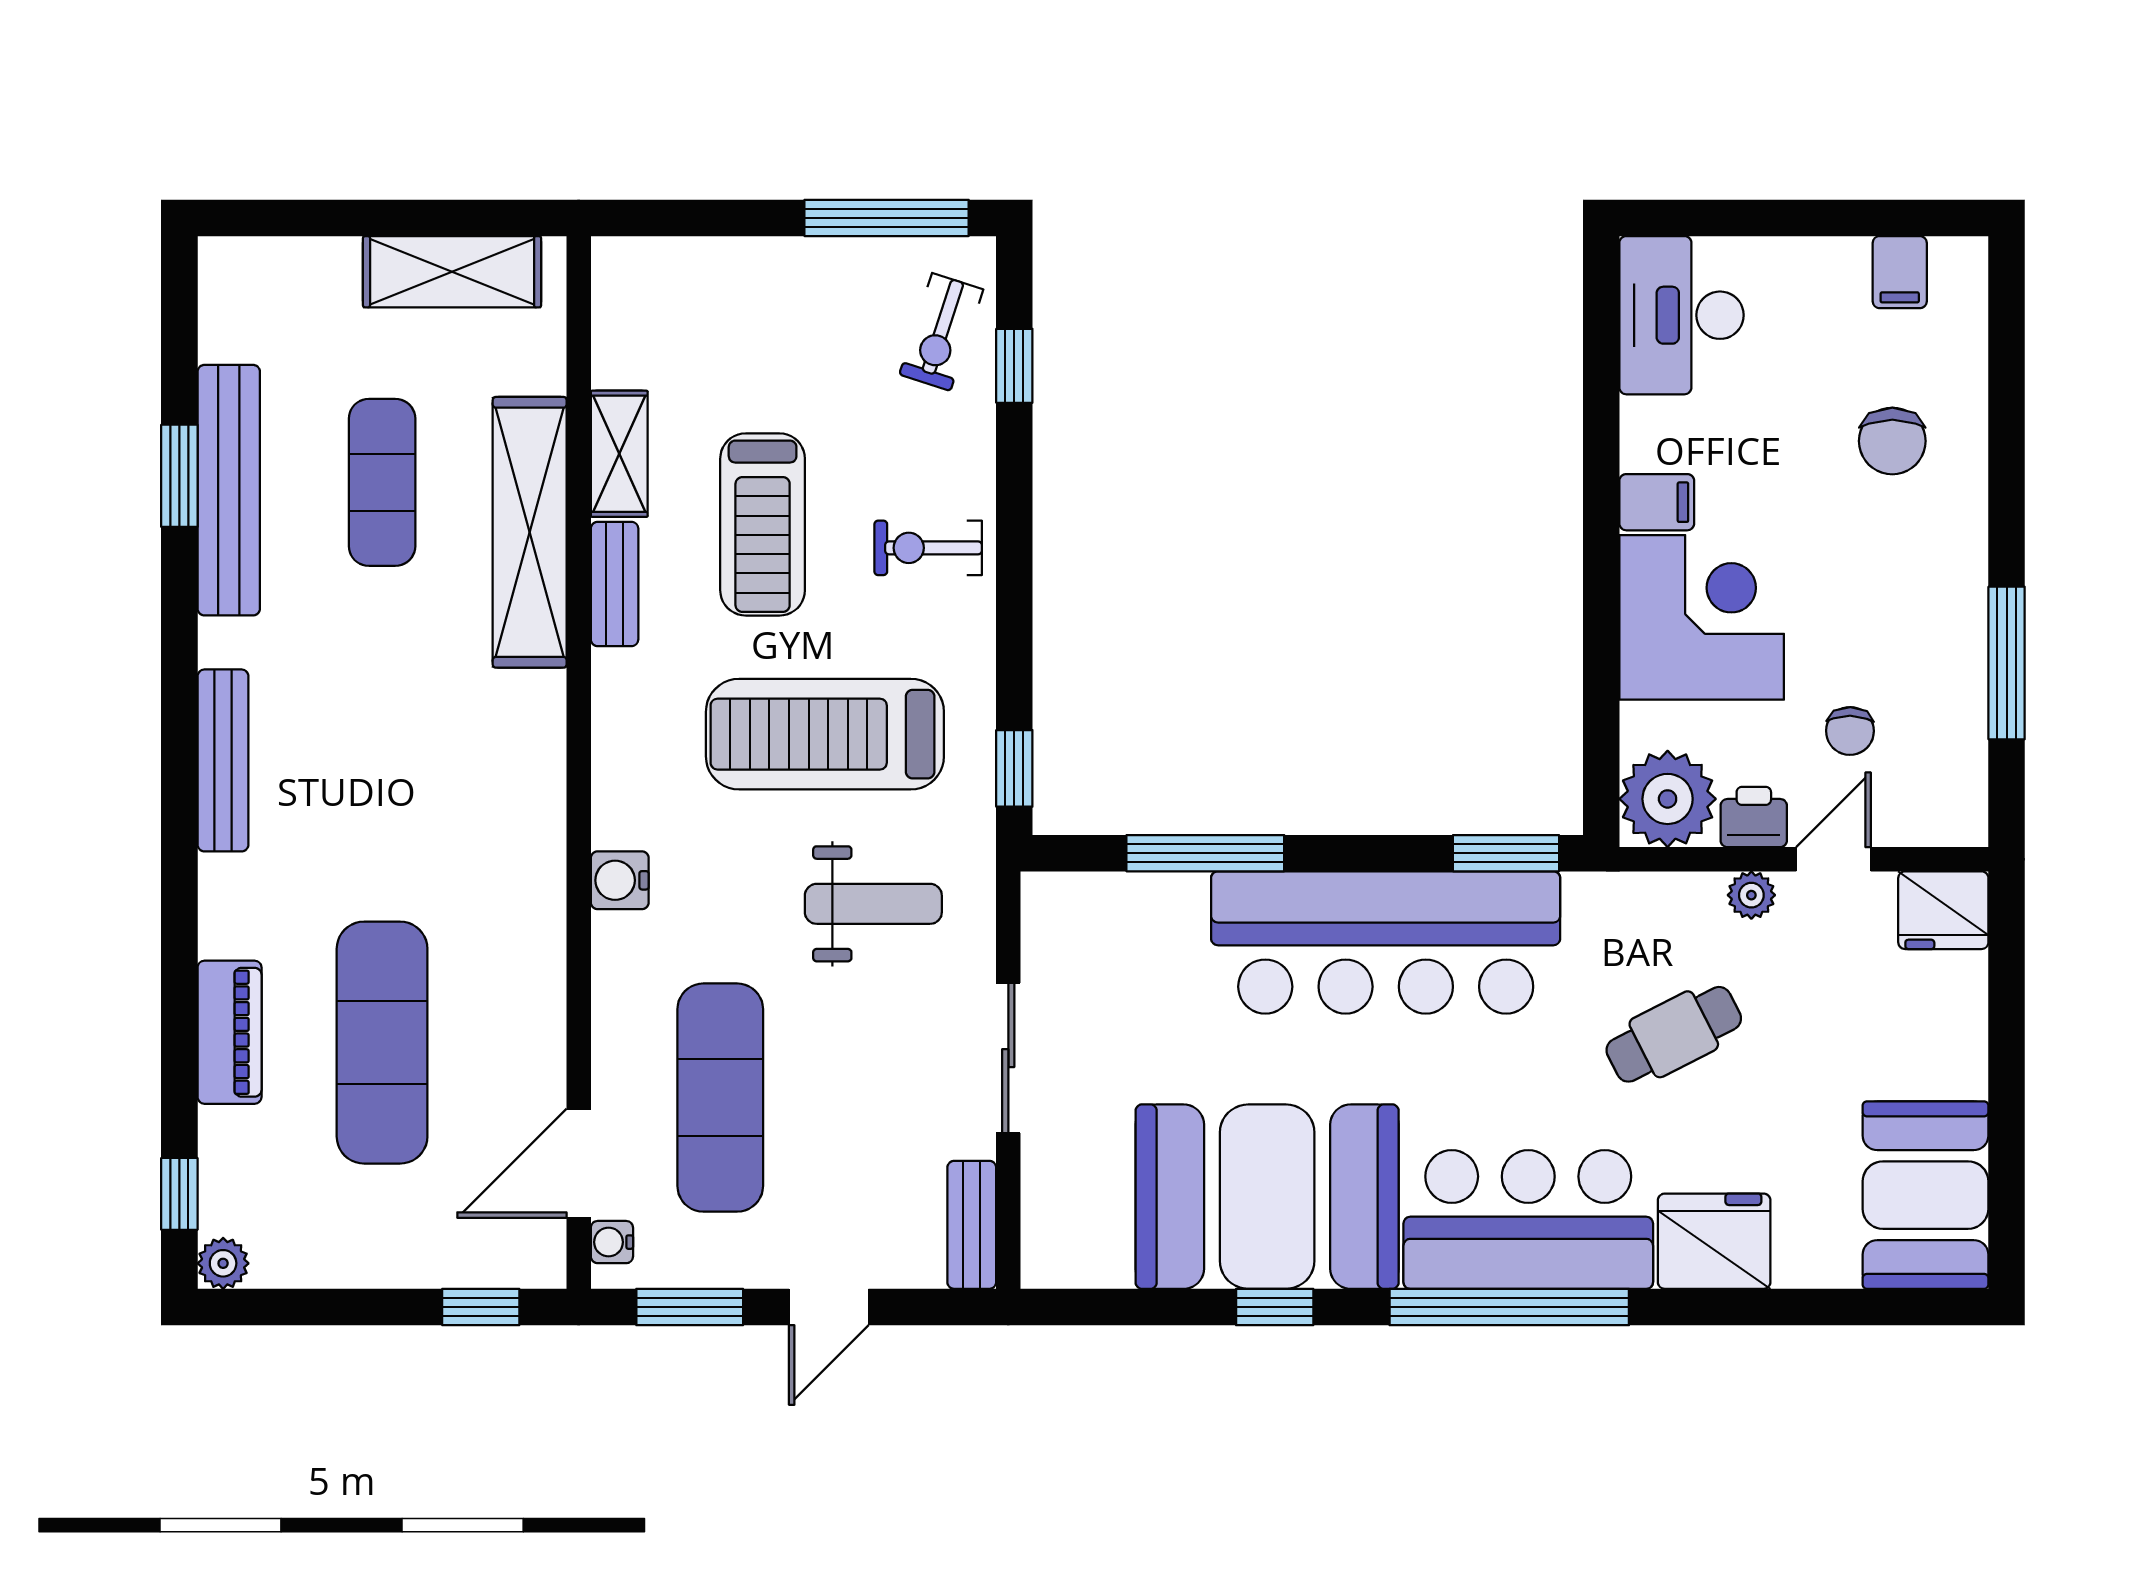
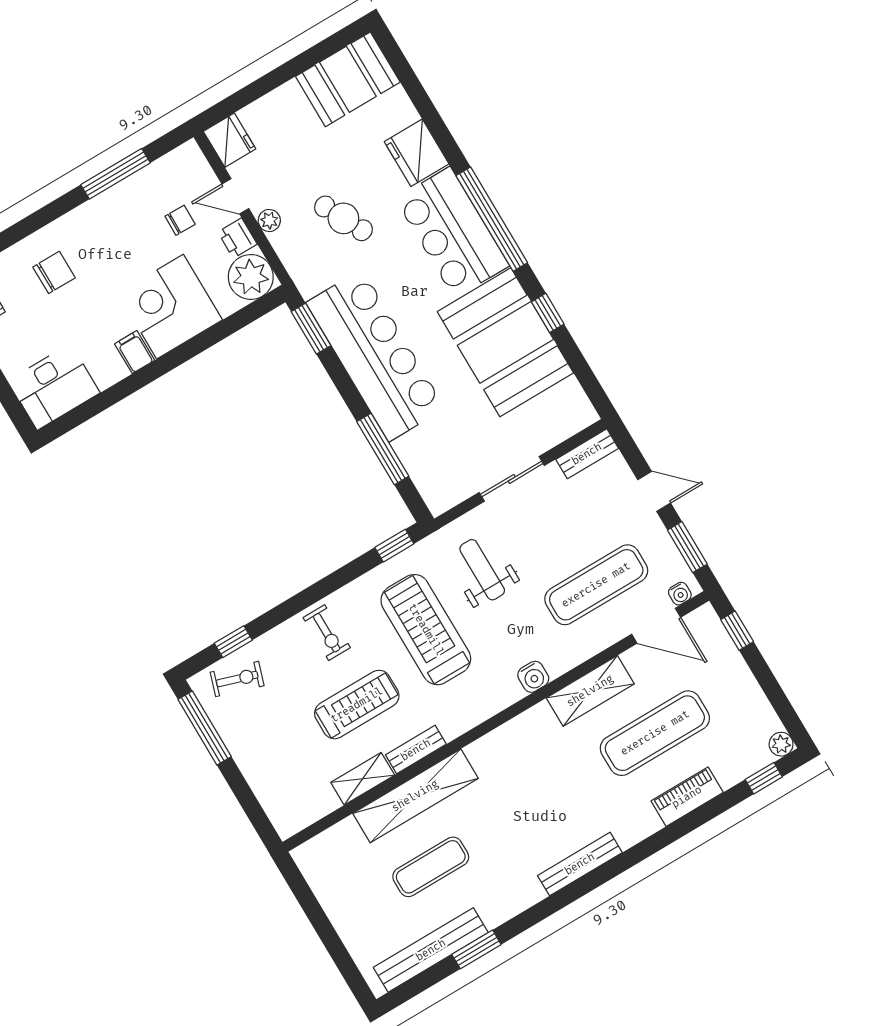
shelving: (452, 272) -> (590, 691), moved, turned 90
bench: (229, 490) -> (431, 950), moved
treadmill: (825, 734) -> (426, 630), turned 180

